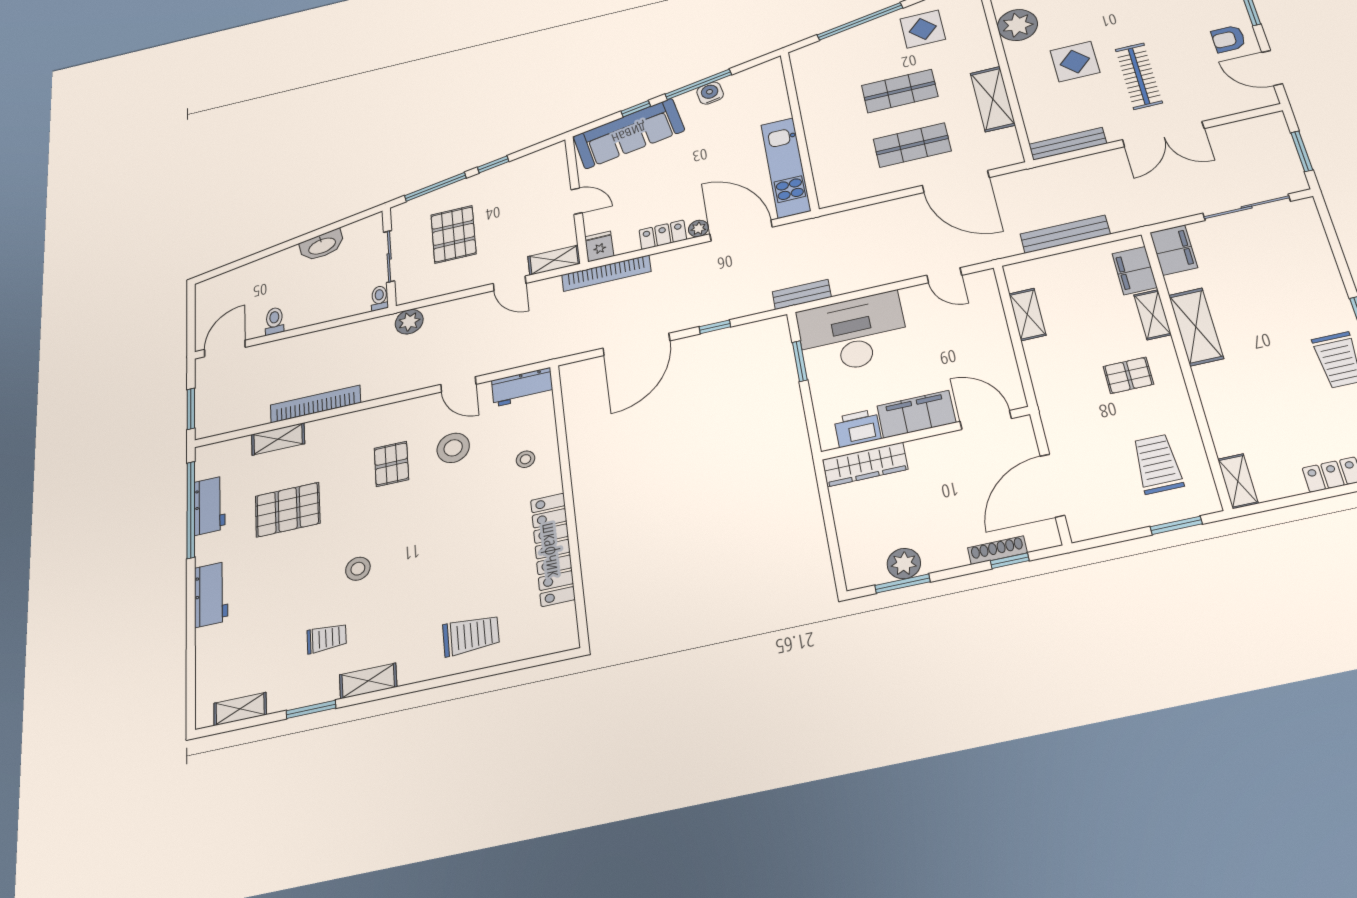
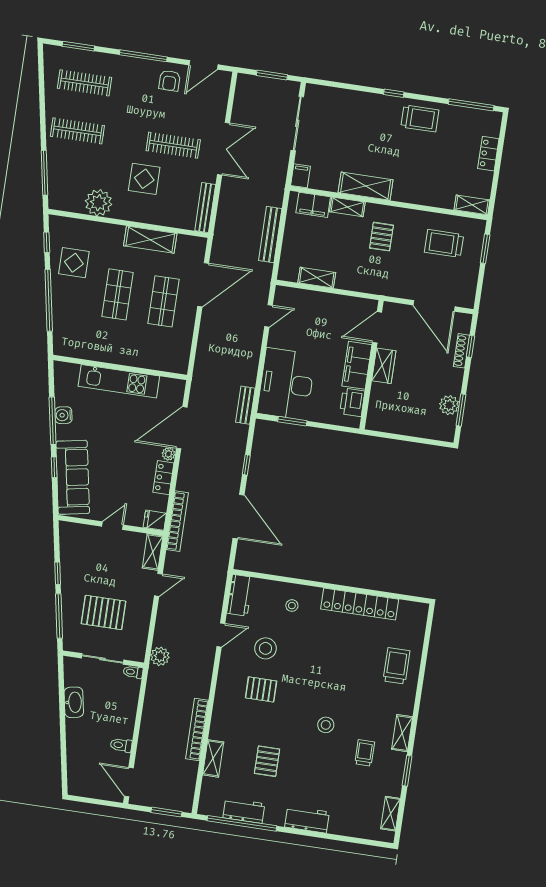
kitchen unit: (786, 168) -> (119, 381), moved
filing cabinet: (1174, 250) -> (300, 176), width x0.50
wardrobe: (865, 464) -> (384, 366), moved, width x0.67
pallet: (288, 510) -> (267, 761), width x0.67, depth x0.71

